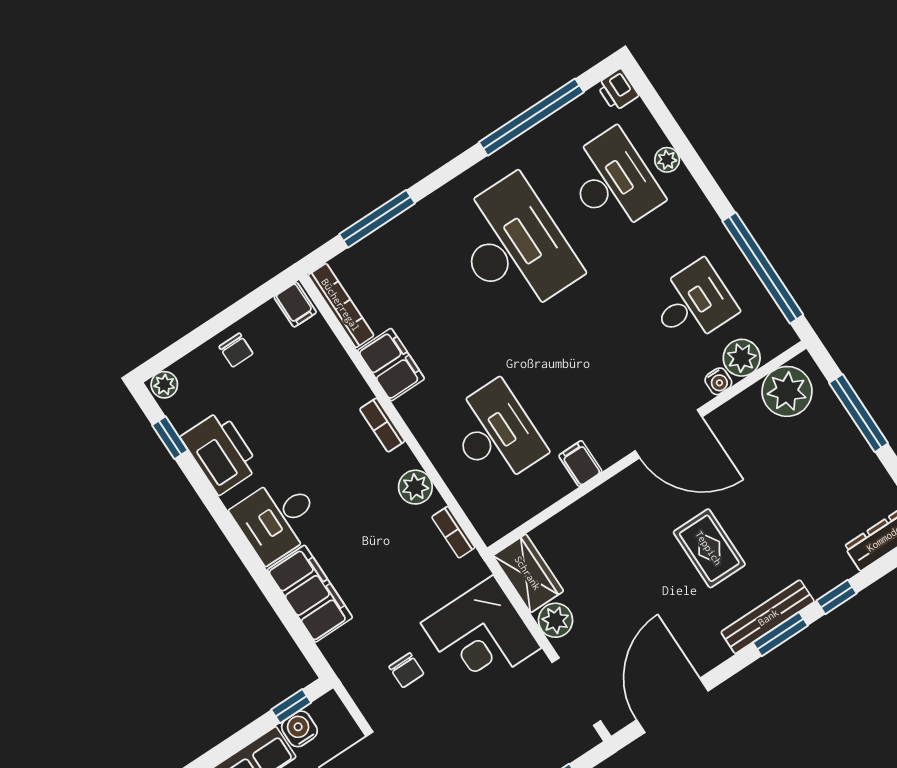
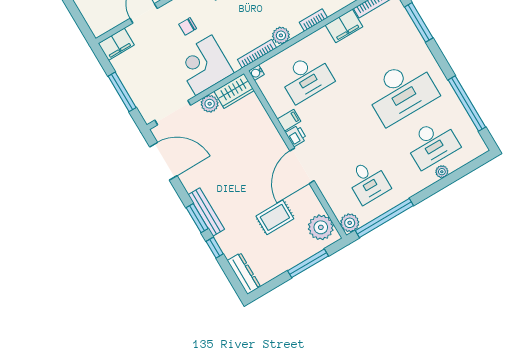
printer: (618, 90) -> (296, 136), moved, turned 90
plant: (742, 358) -> (350, 223), moved
water cooler: (718, 381) -> (256, 73), moved
bookcase: (453, 532) -> (257, 54), width x1.56
rug: (709, 548) -> (275, 217), moved

